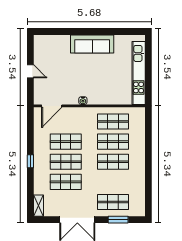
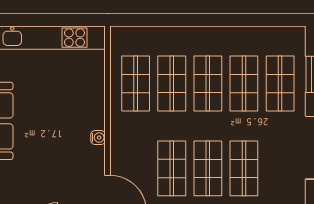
shop shelf: (113, 182) -> (244, 84), added

